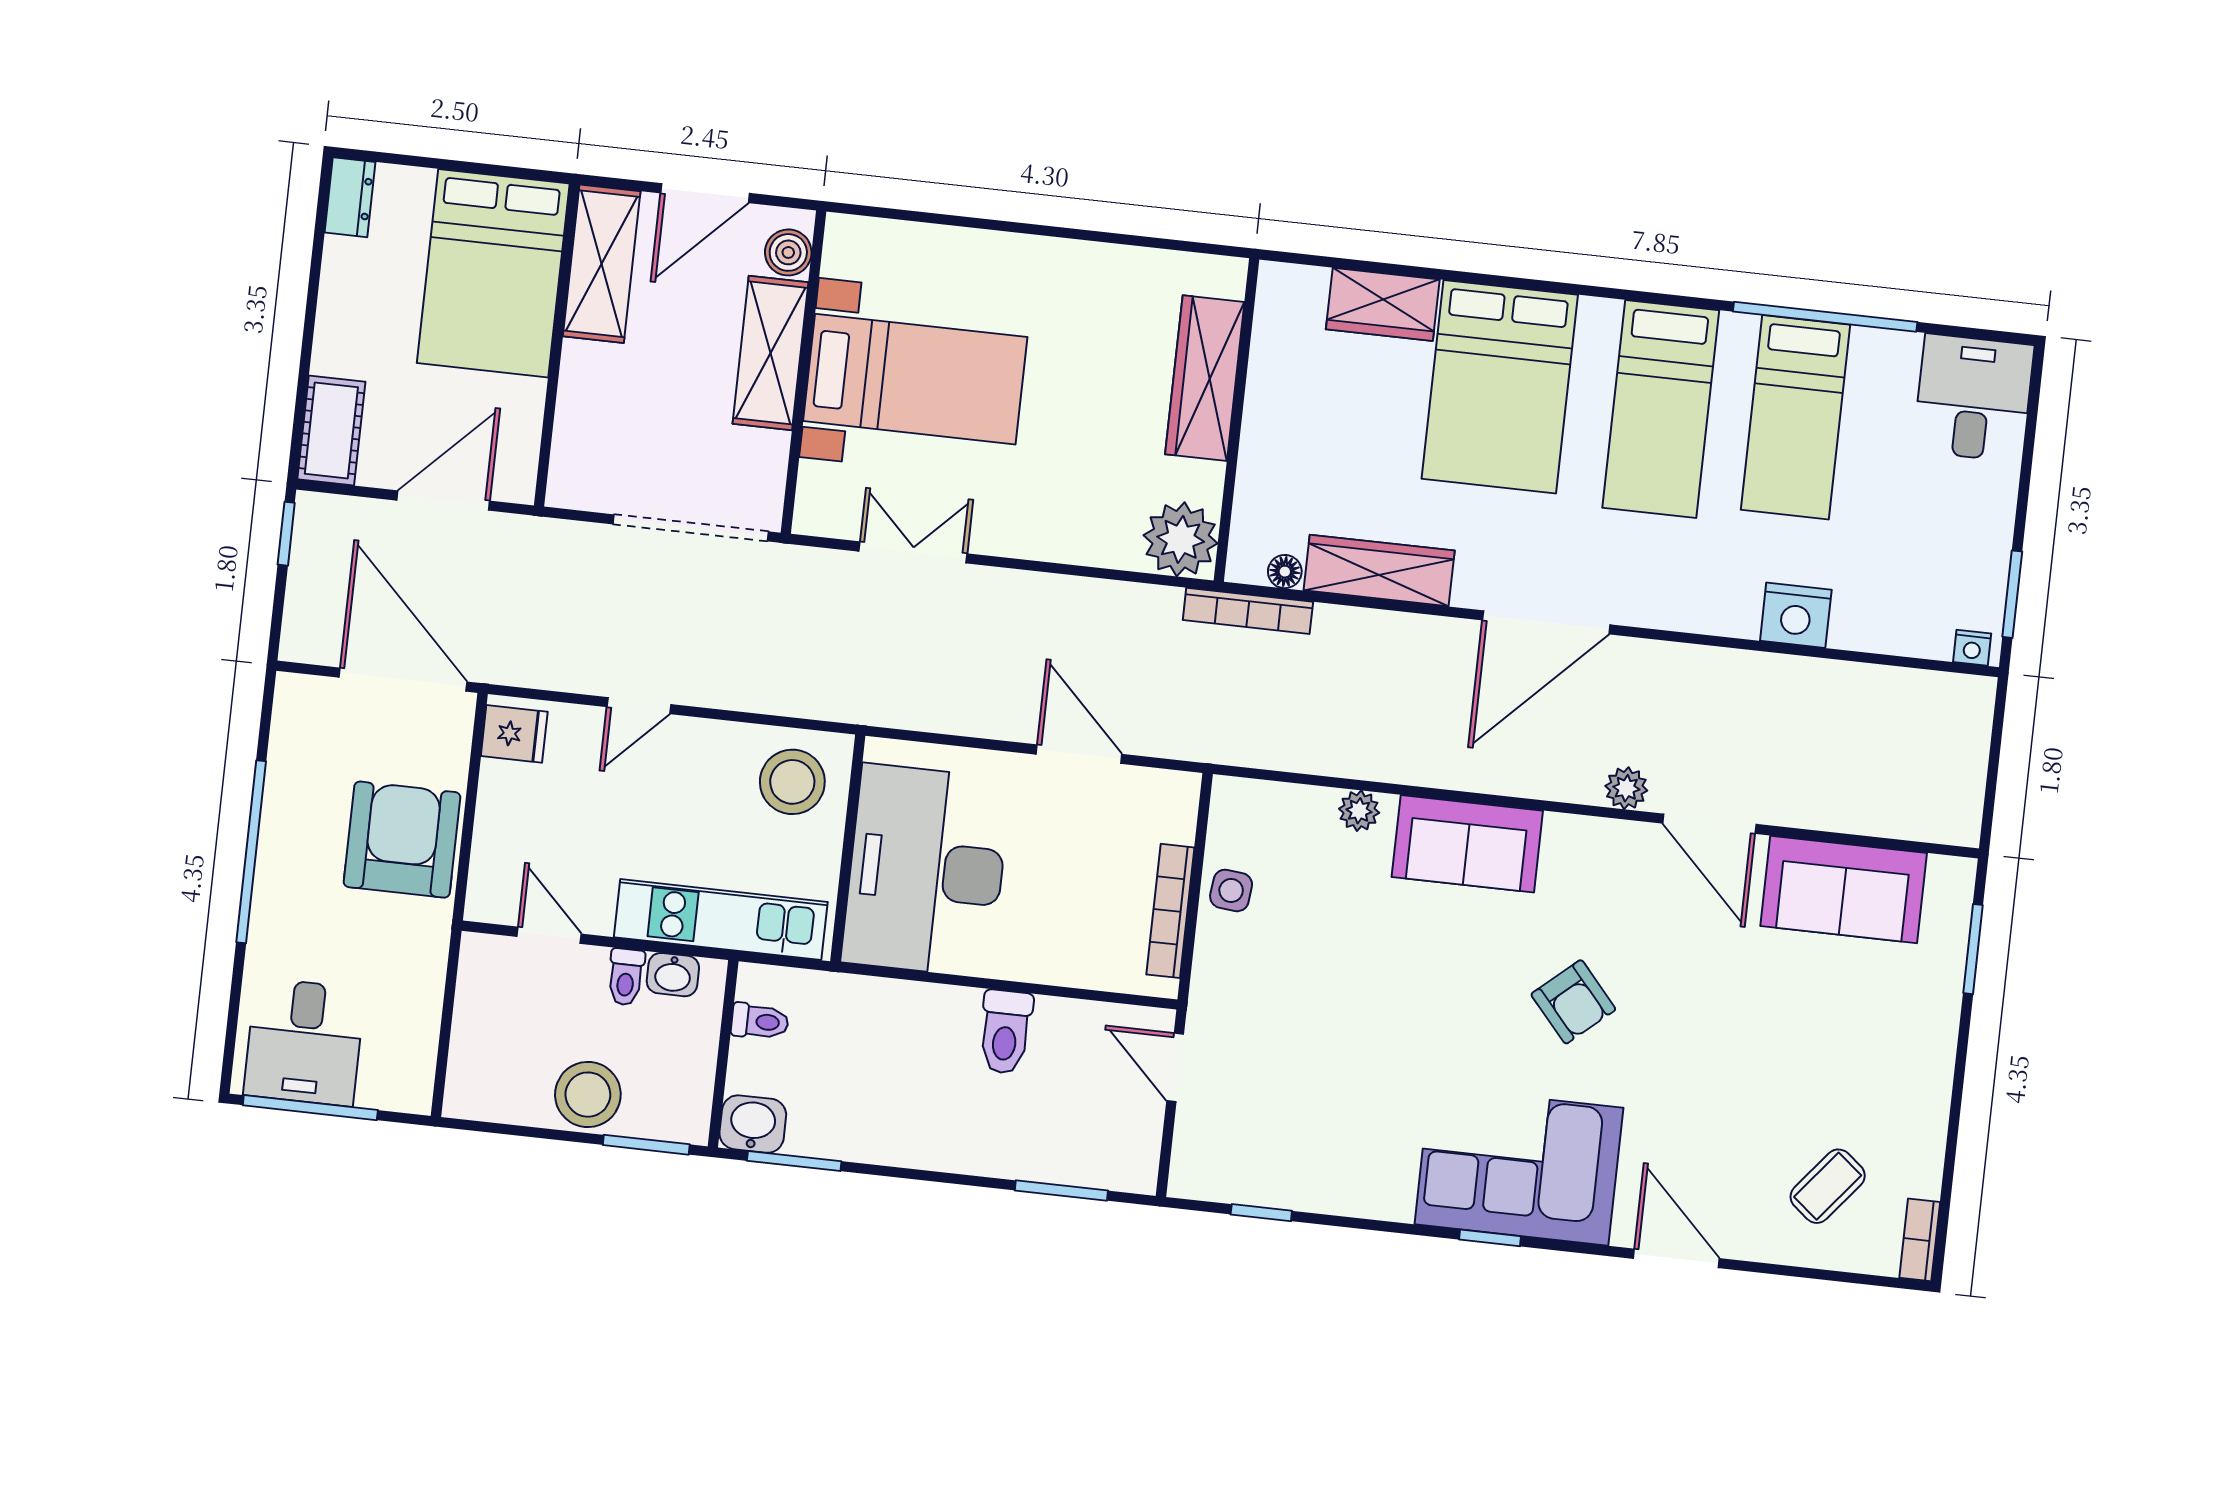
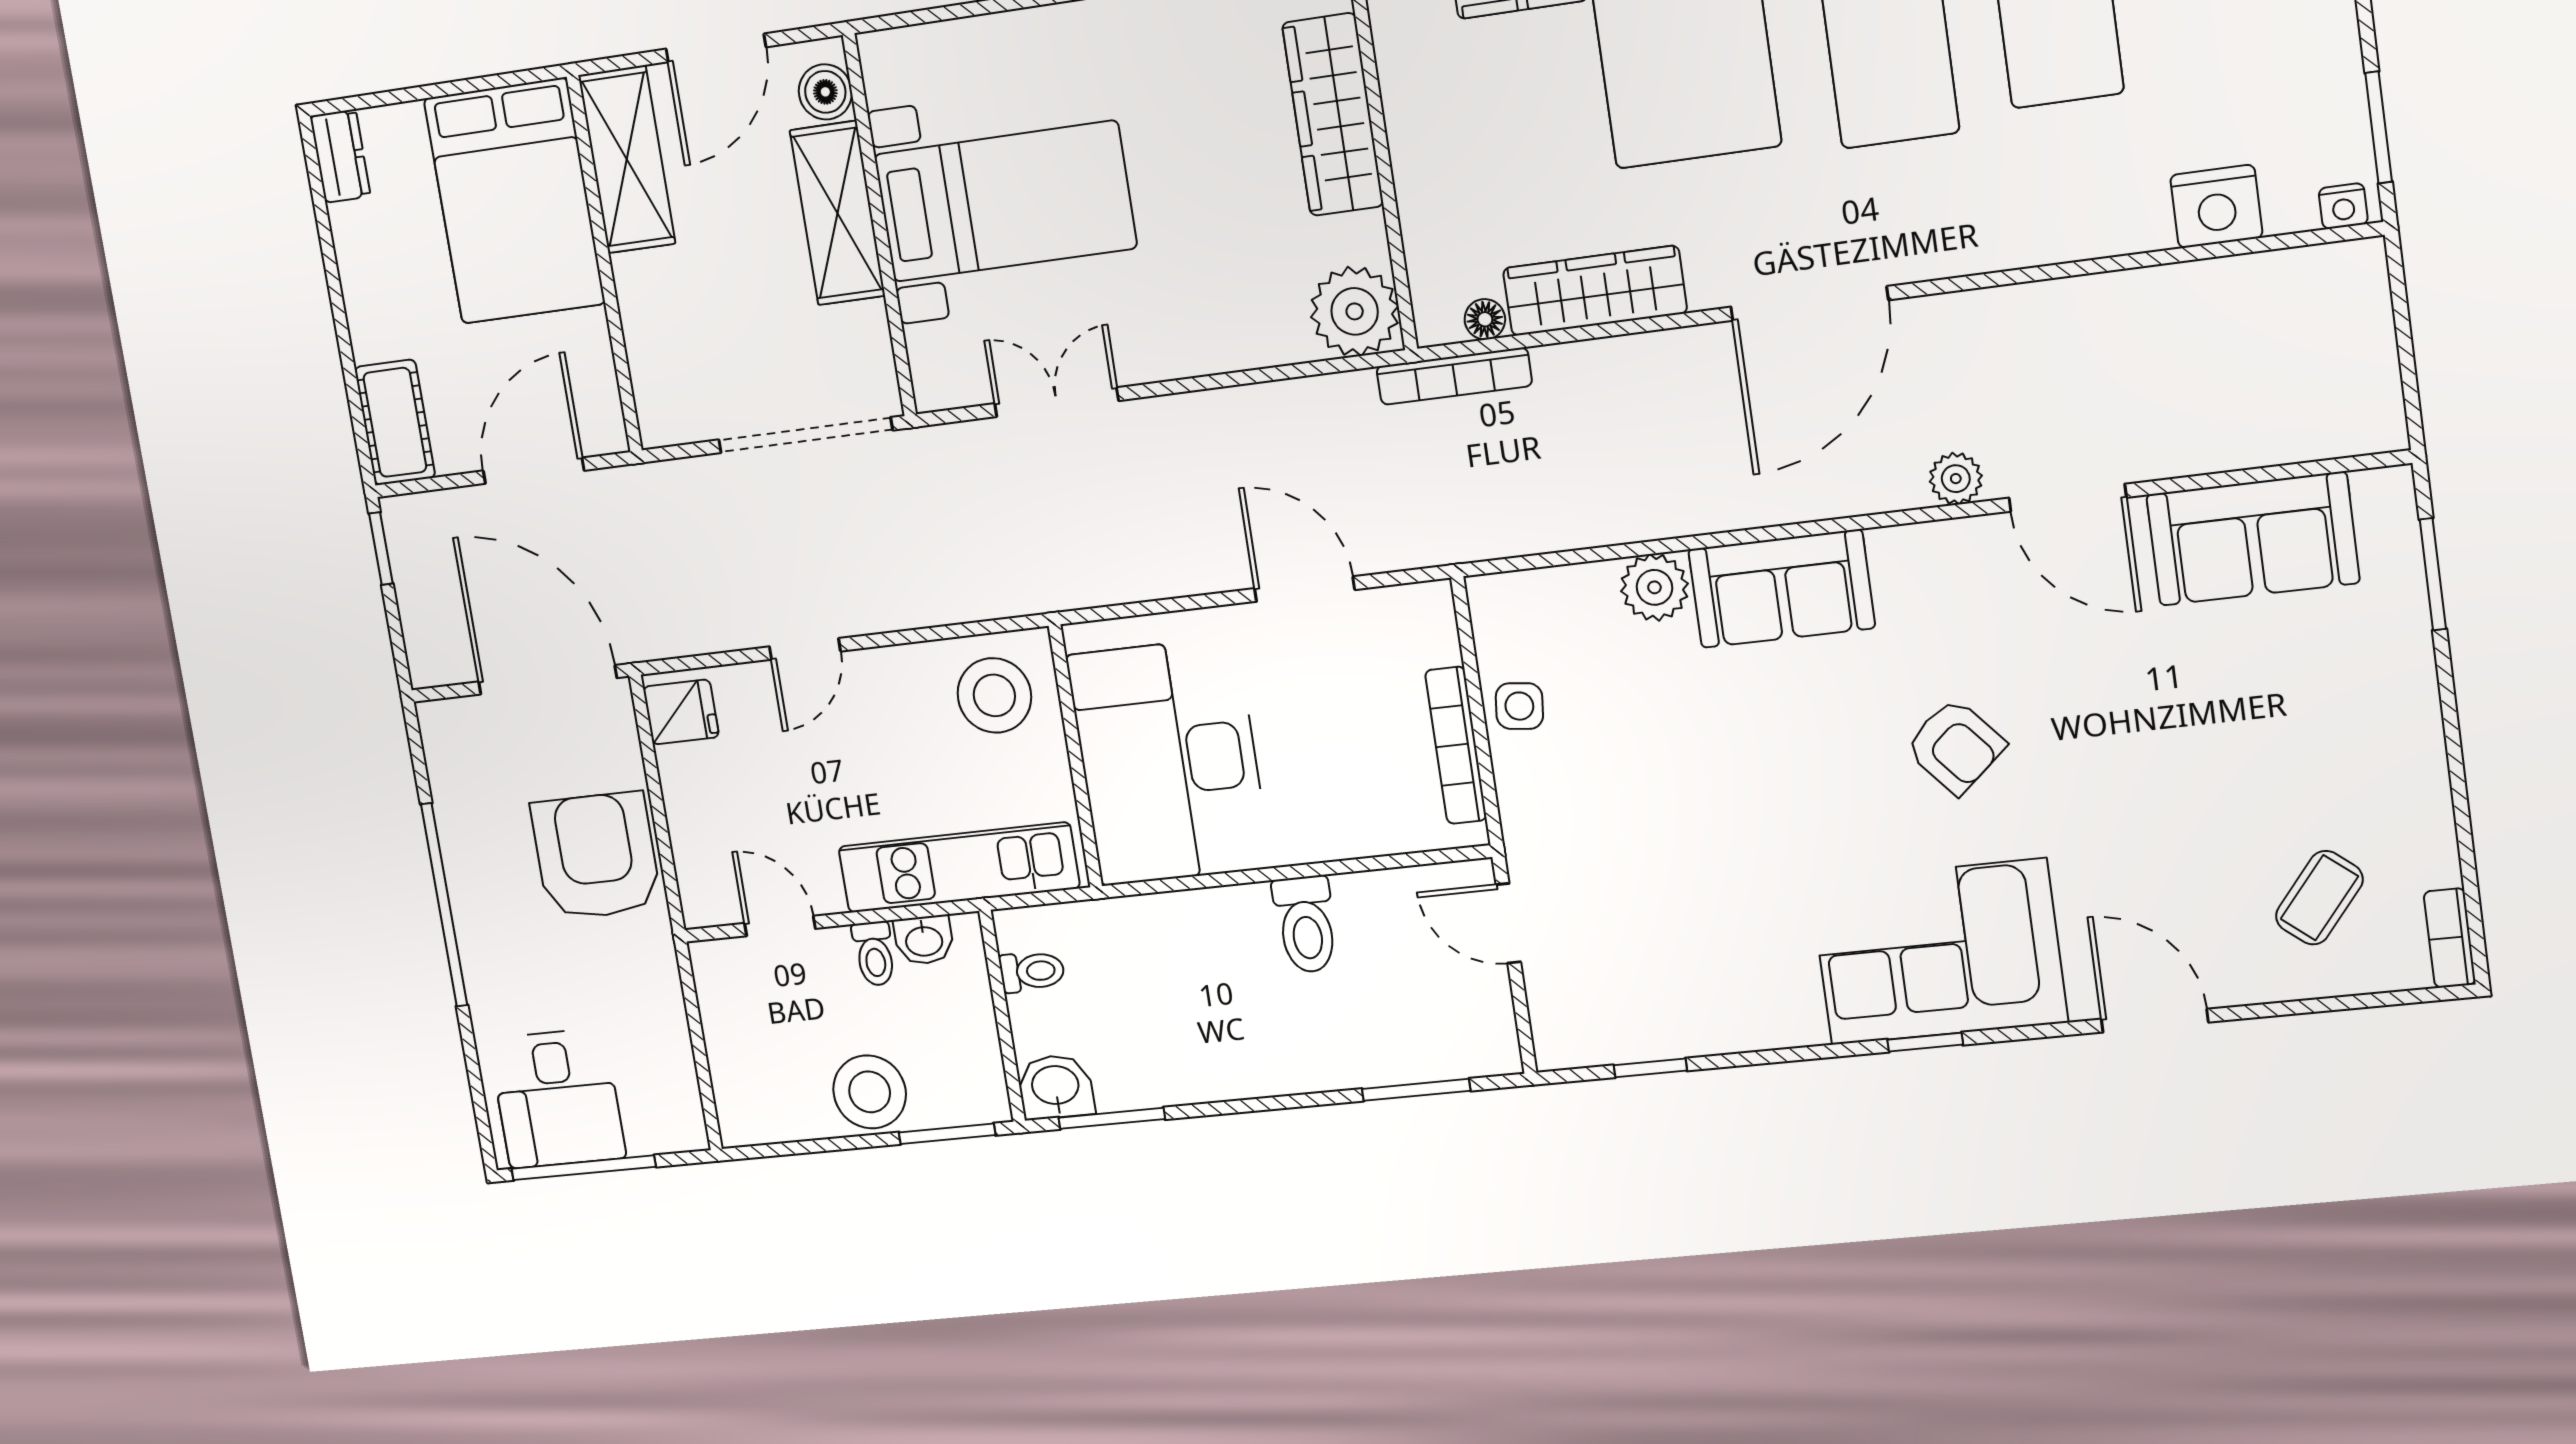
nightstand: (1796, 615) -> (2216, 206), moved
plant: (1359, 811) -> (1654, 587), width x1.38, depth x1.38

